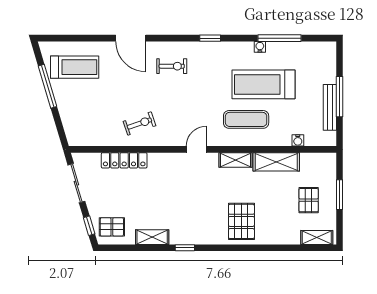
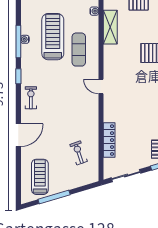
window: (279, 38) -> (18, 41), moved
exercise bike: (172, 66) -> (31, 98), moved
treadmill: (263, 84) -> (53, 37), turned 180
exercise bike: (139, 124) -> (79, 153), moved
shelving: (236, 160) -> (109, 57), removed

